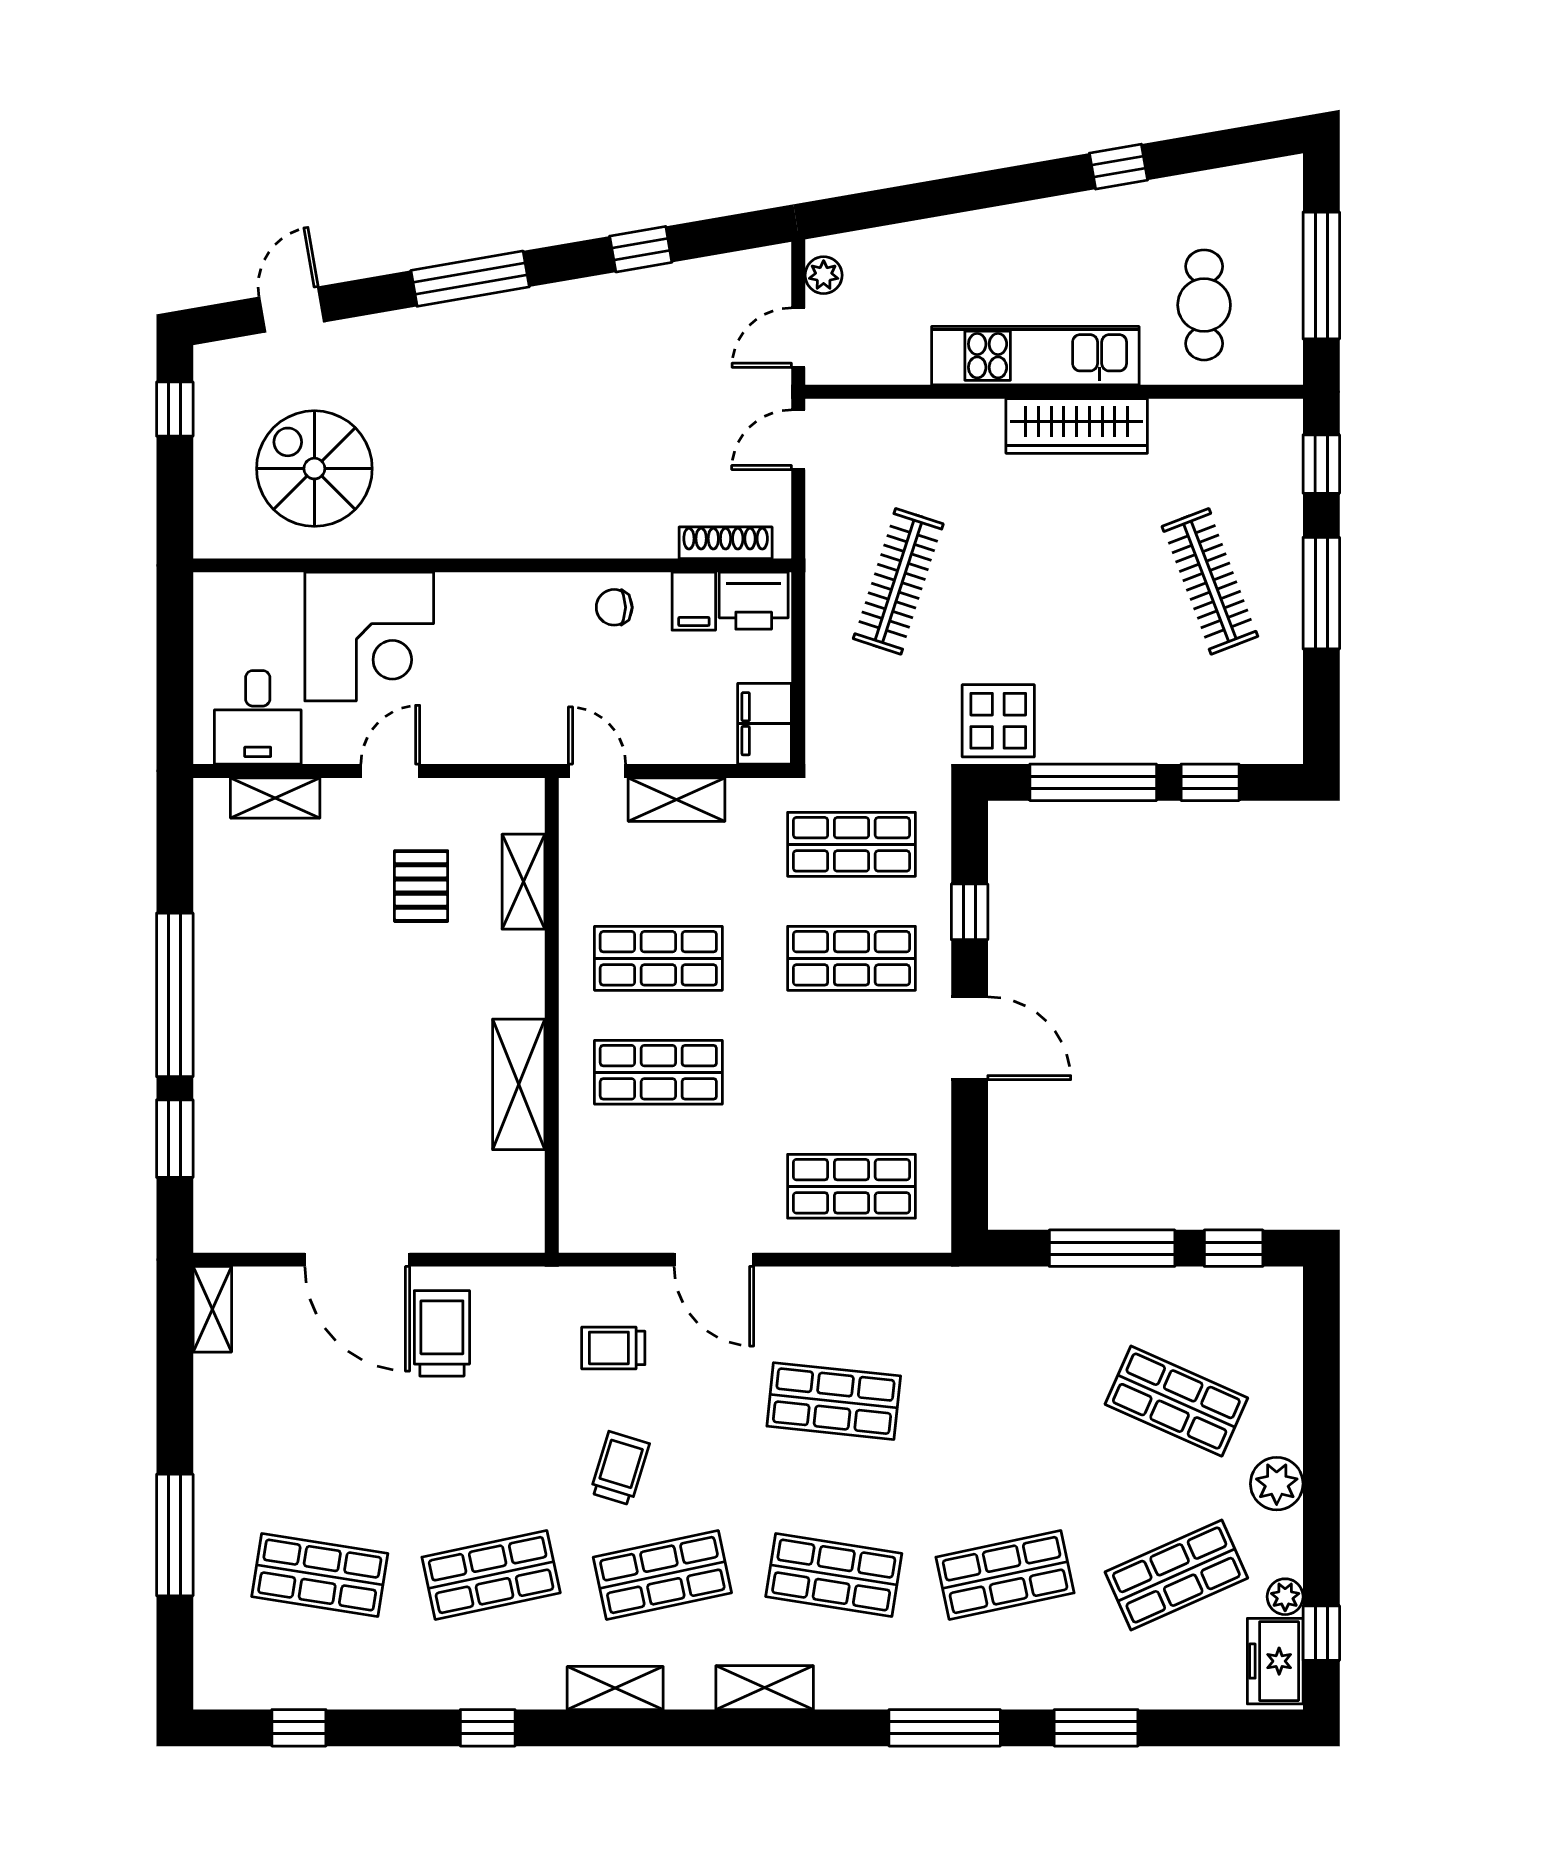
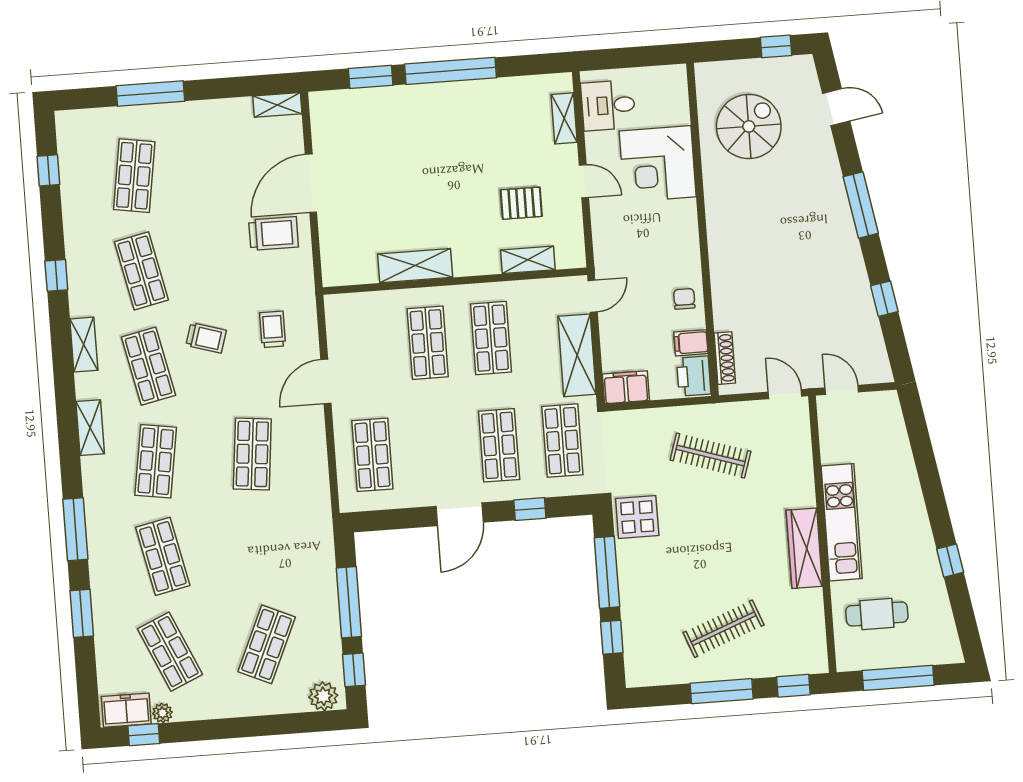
plant: (824, 275) -> (878, 401), removed
shelving: (677, 800) -> (577, 355), width x1.50, depth x1.33
plant: (1277, 1484) -> (323, 696), moved

